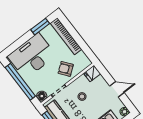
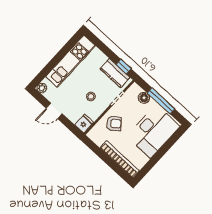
window: (40, 27) -> (150, 165), removed
window: (20, 82) -> (161, 101), width x0.68
floor lamp: (42, 96) -> (144, 98), moved

